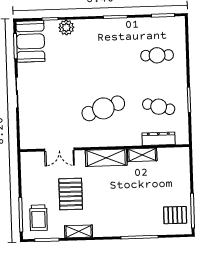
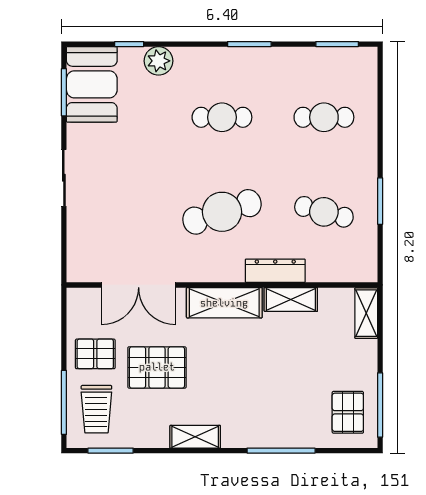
cafe table: (102, 57) -> (222, 117), added
dresser: (159, 139) -> (275, 271), moved
double door: (59, 150) -> (139, 285), width x1.37
shelving: (183, 161) -> (366, 313), added
pallet: (37, 188) -> (95, 354), added
pallet: (71, 194) -> (157, 367), turned 90
pallet: (175, 215) -> (348, 412), turned 90
shelving: (79, 231) -> (195, 437), moved

